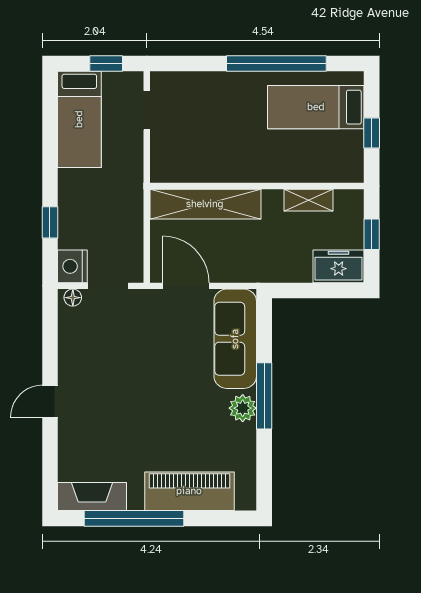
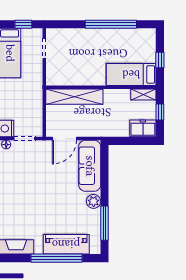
bed: (316, 107) -> (131, 74), moved
shelving: (309, 200) -> (143, 94), moved
door: (186, 286) -> (64, 139), swing flipped
window: (264, 396) -> (105, 223), moved
window: (134, 518) -> (57, 258), moved

